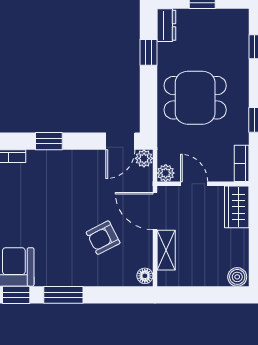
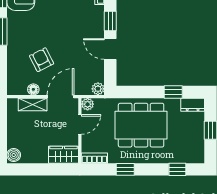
dining table: (195, 98) -> (141, 125), width x1.38
door: (120, 141) -> (110, 49), moved
floor lamp: (145, 276) -> (33, 89), moved

